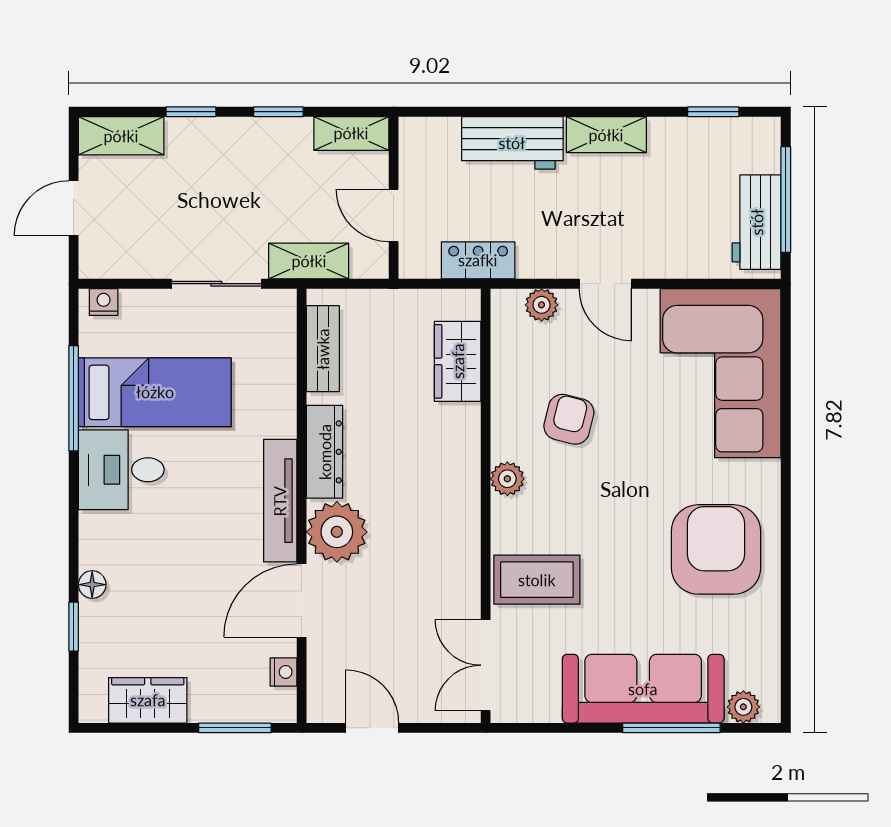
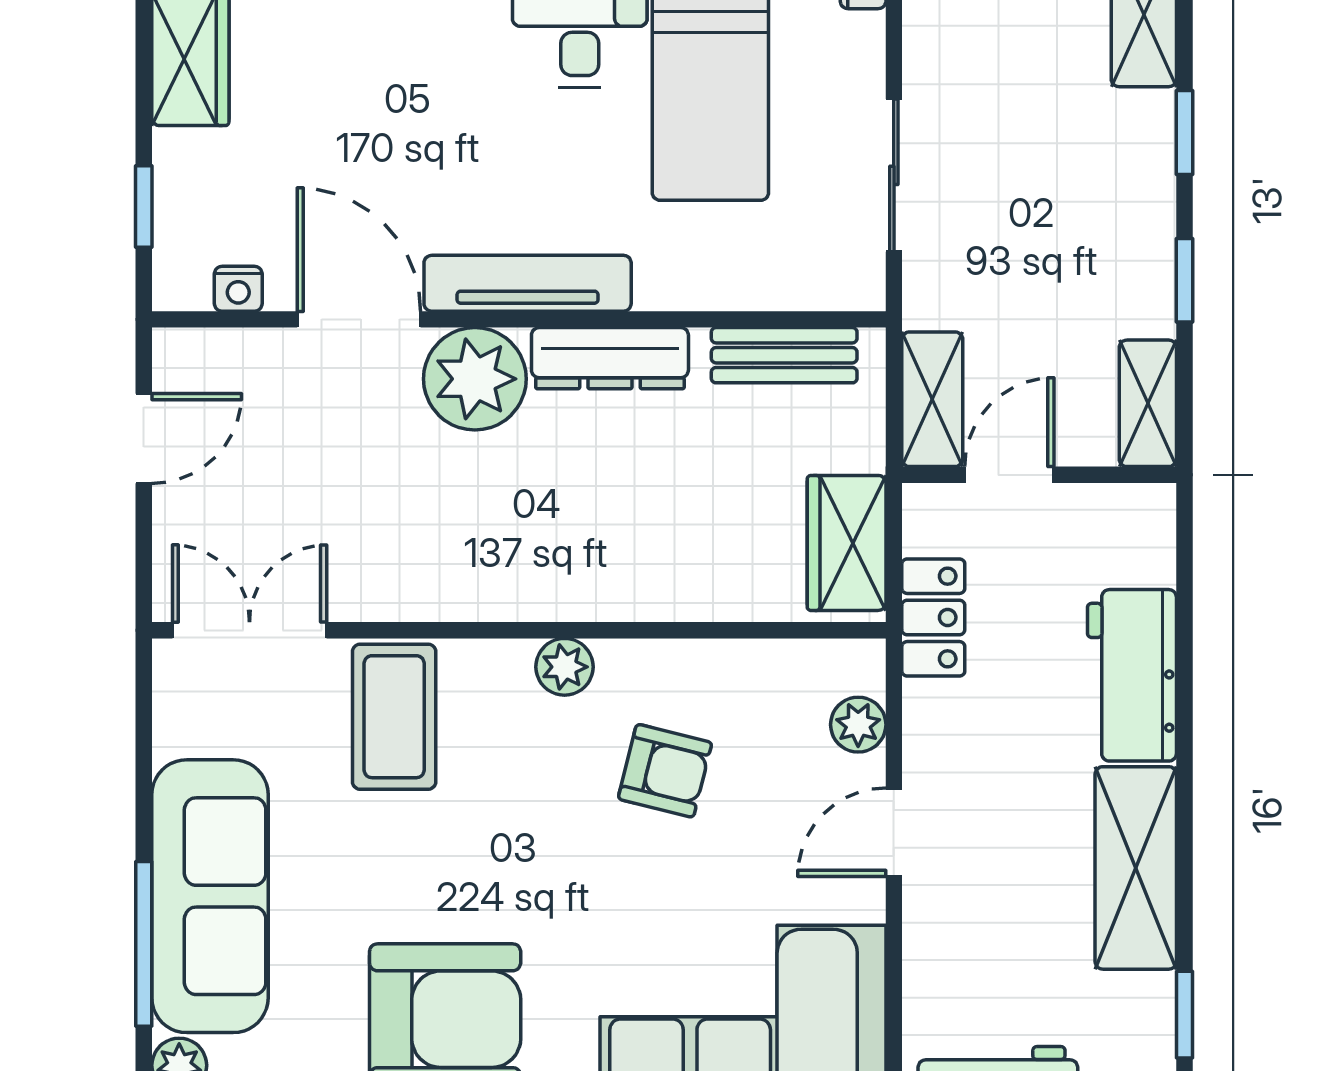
shelving: (606, 135) -> (1136, 868), width x1.50, depth x1.33
shelving: (309, 261) -> (932, 399), moved
wardrobe: (458, 361) -> (847, 543), moved, turned -90
window: (235, 728) -> (144, 207), width x0.67

